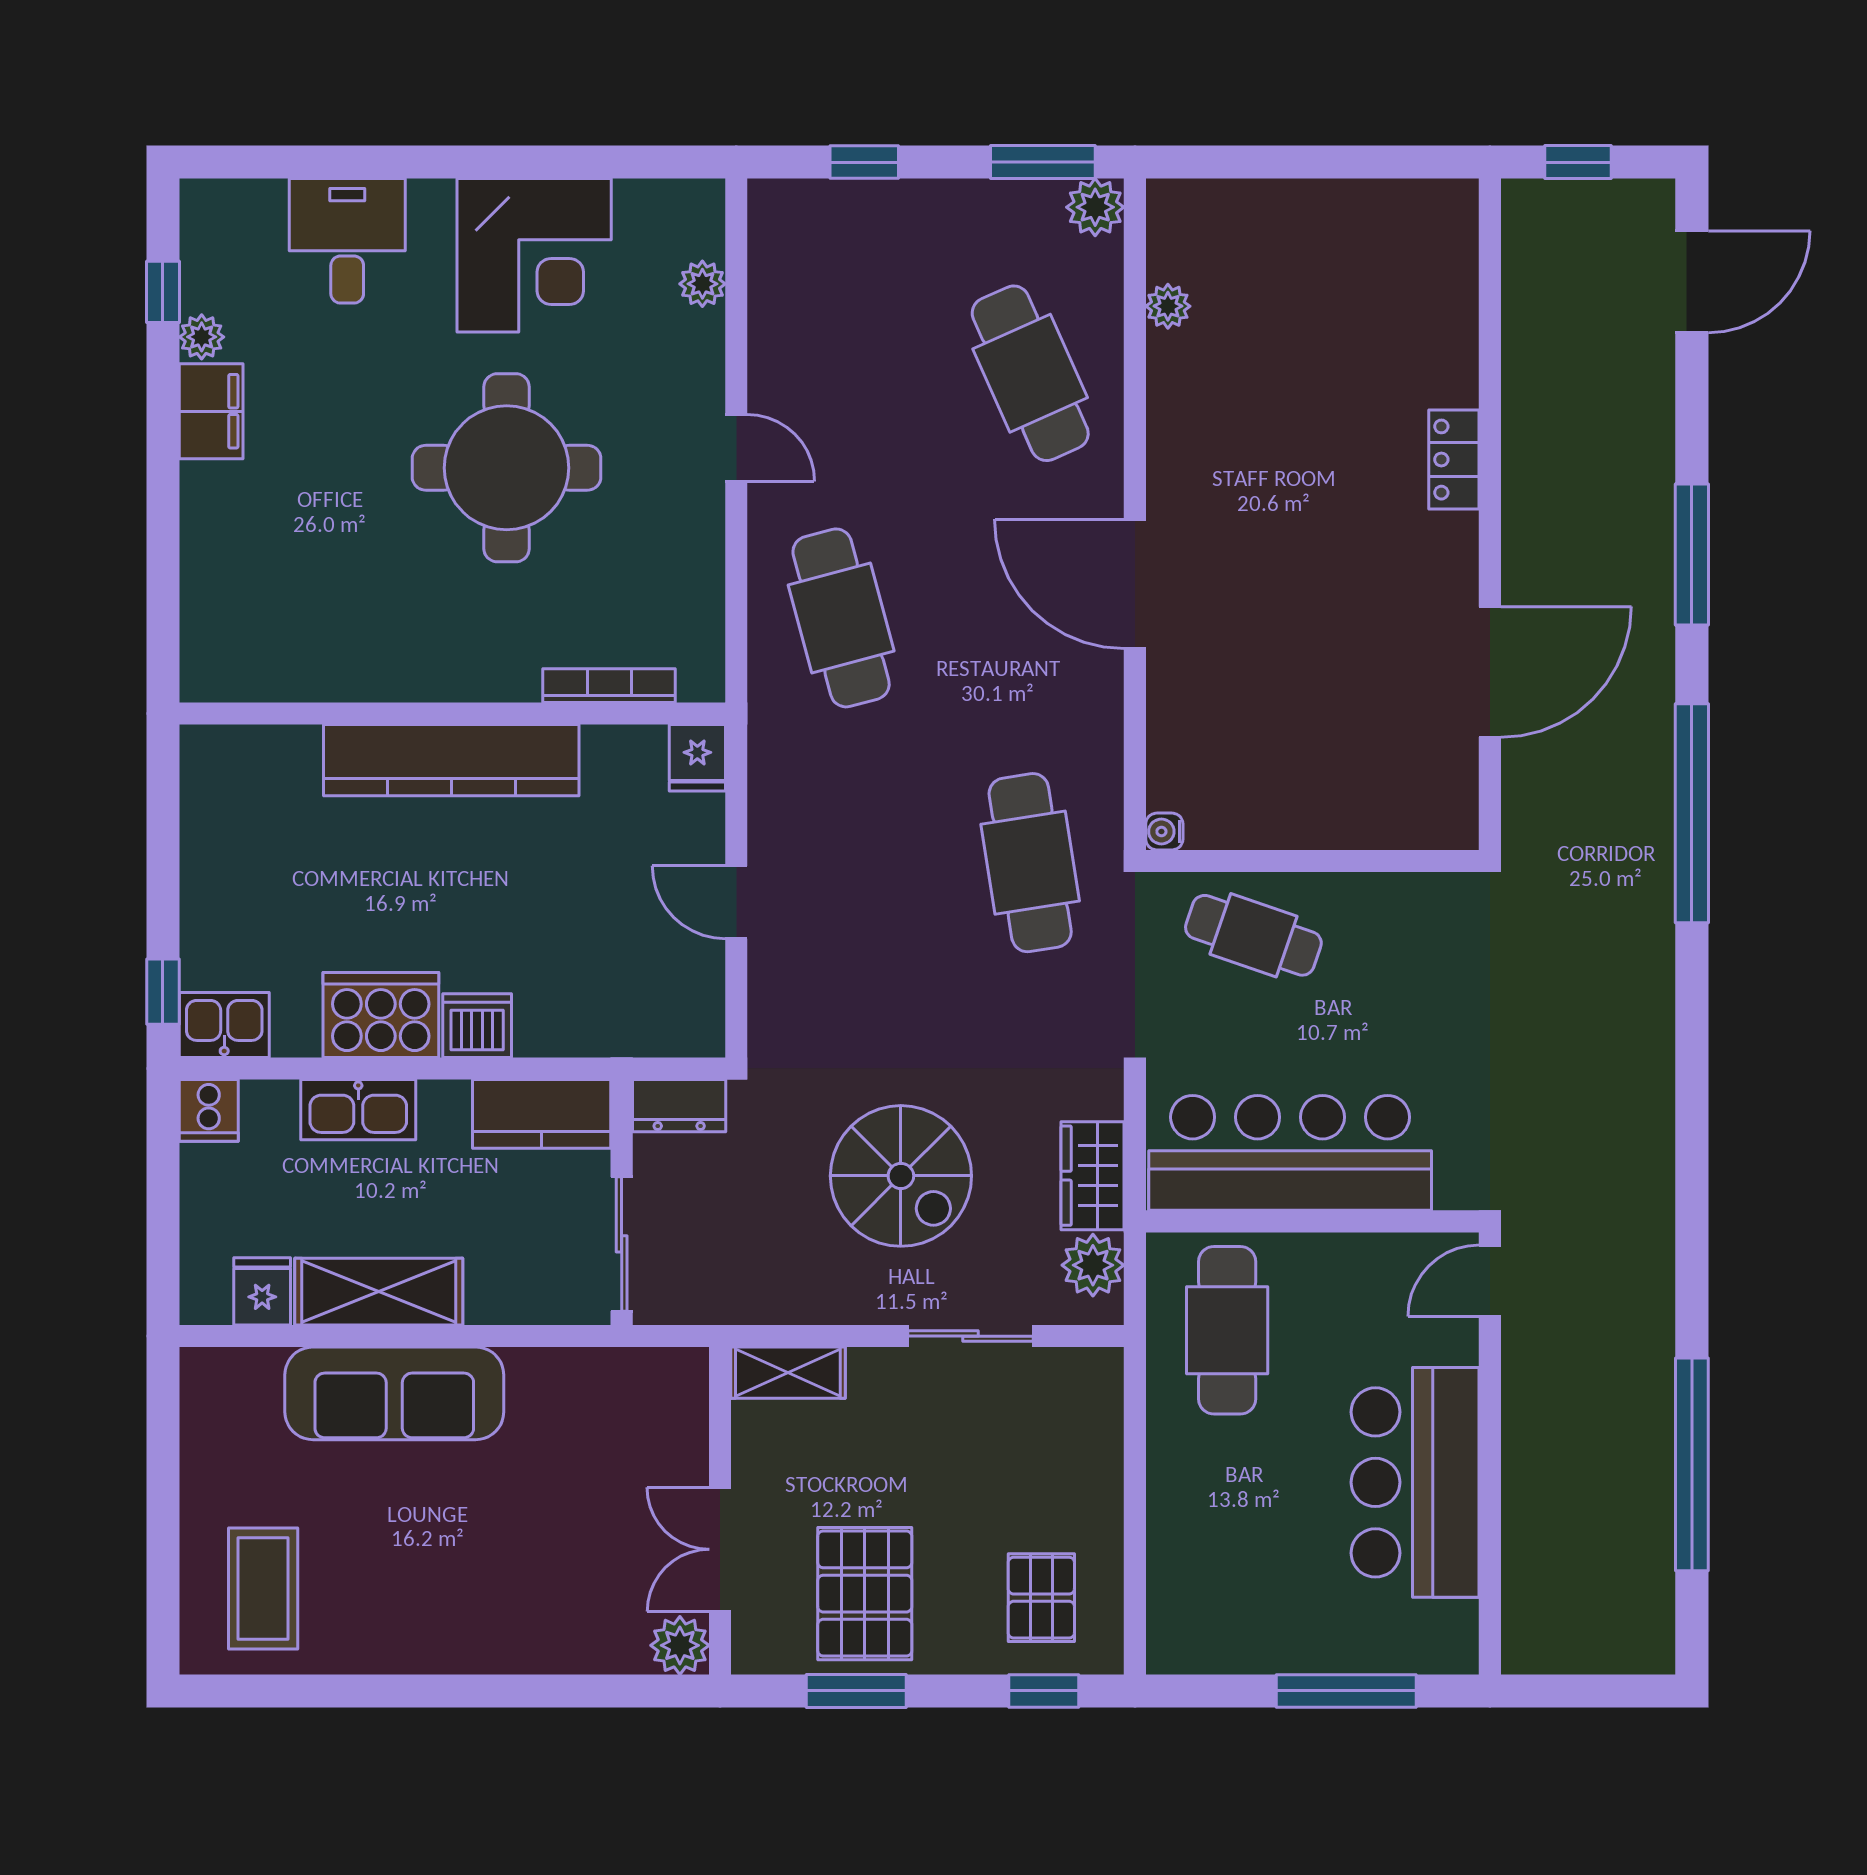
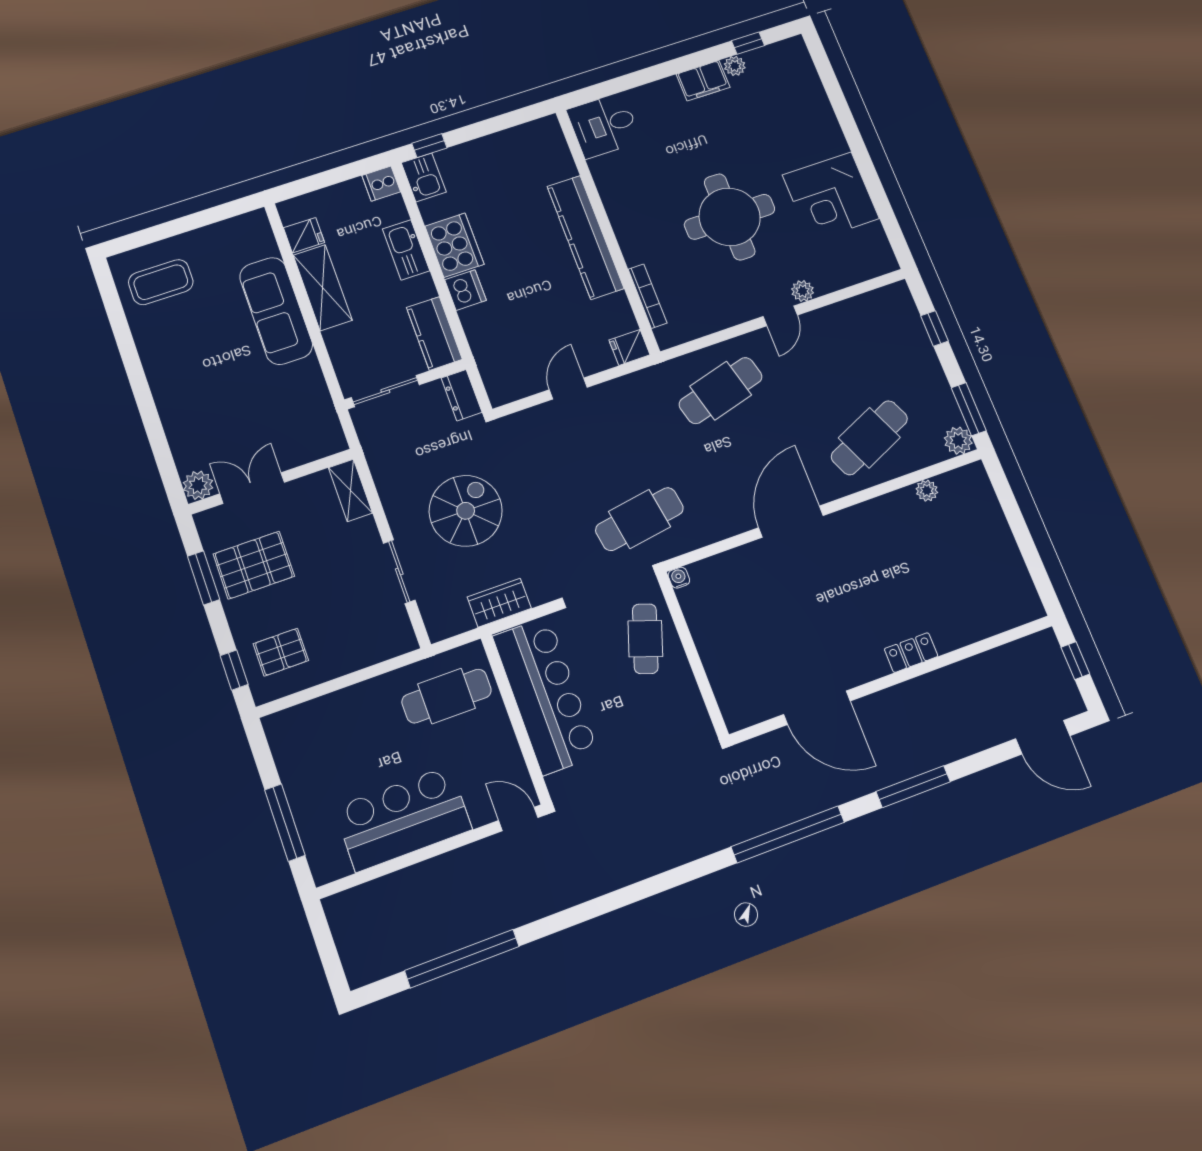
desk: (347, 241) -> (604, 125), moved, turned 180
plant: (702, 284) -> (803, 291), moved
spiral stairs: (901, 1176) -> (466, 511), turned 180
plant: (1093, 1265) -> (455, 619), removed

